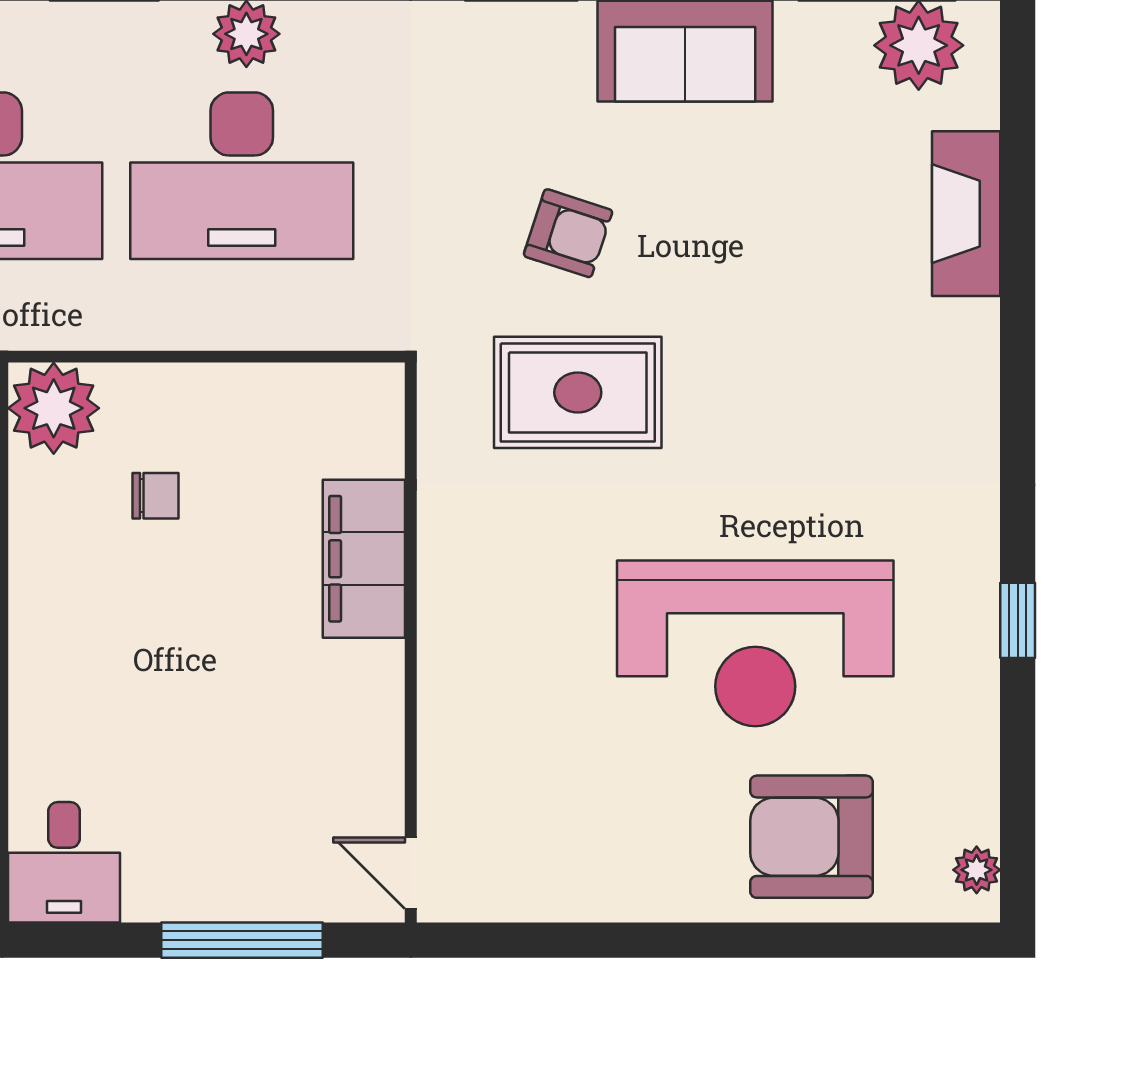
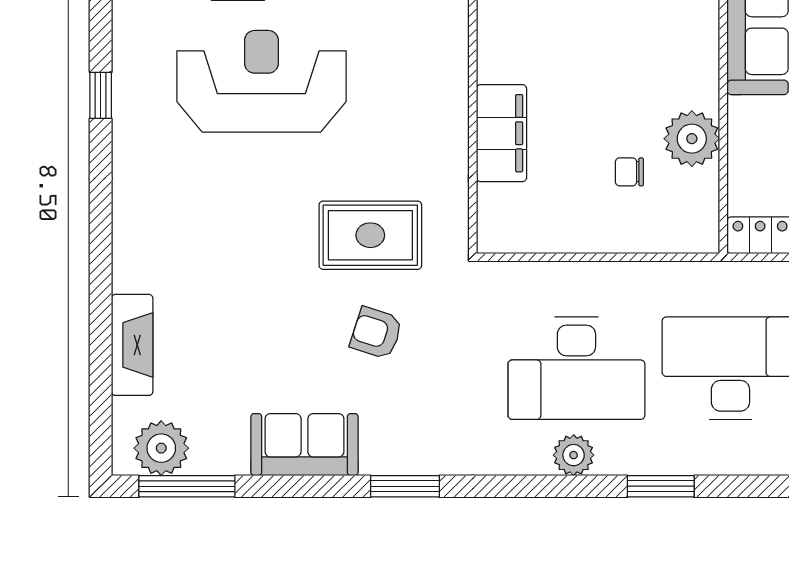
desk: (242, 176) -> (576, 368), turned 180
plant: (54, 408) -> (692, 139), moved

